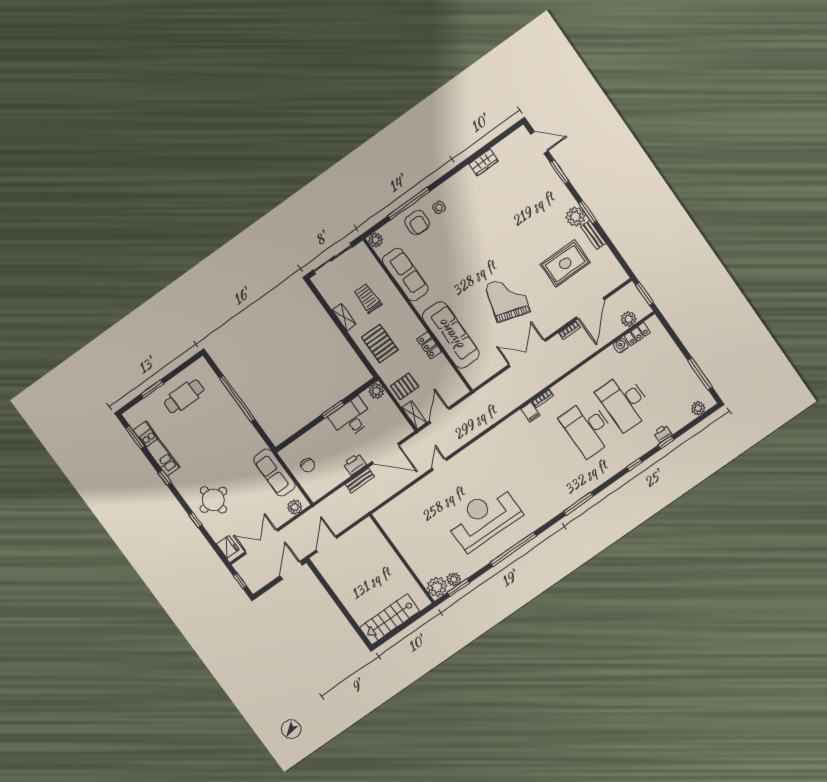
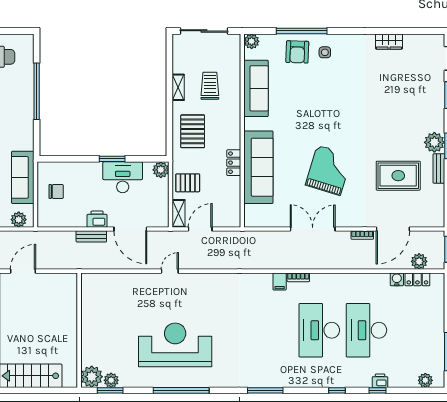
chair: (308, 465) -> (56, 191), turned -93

